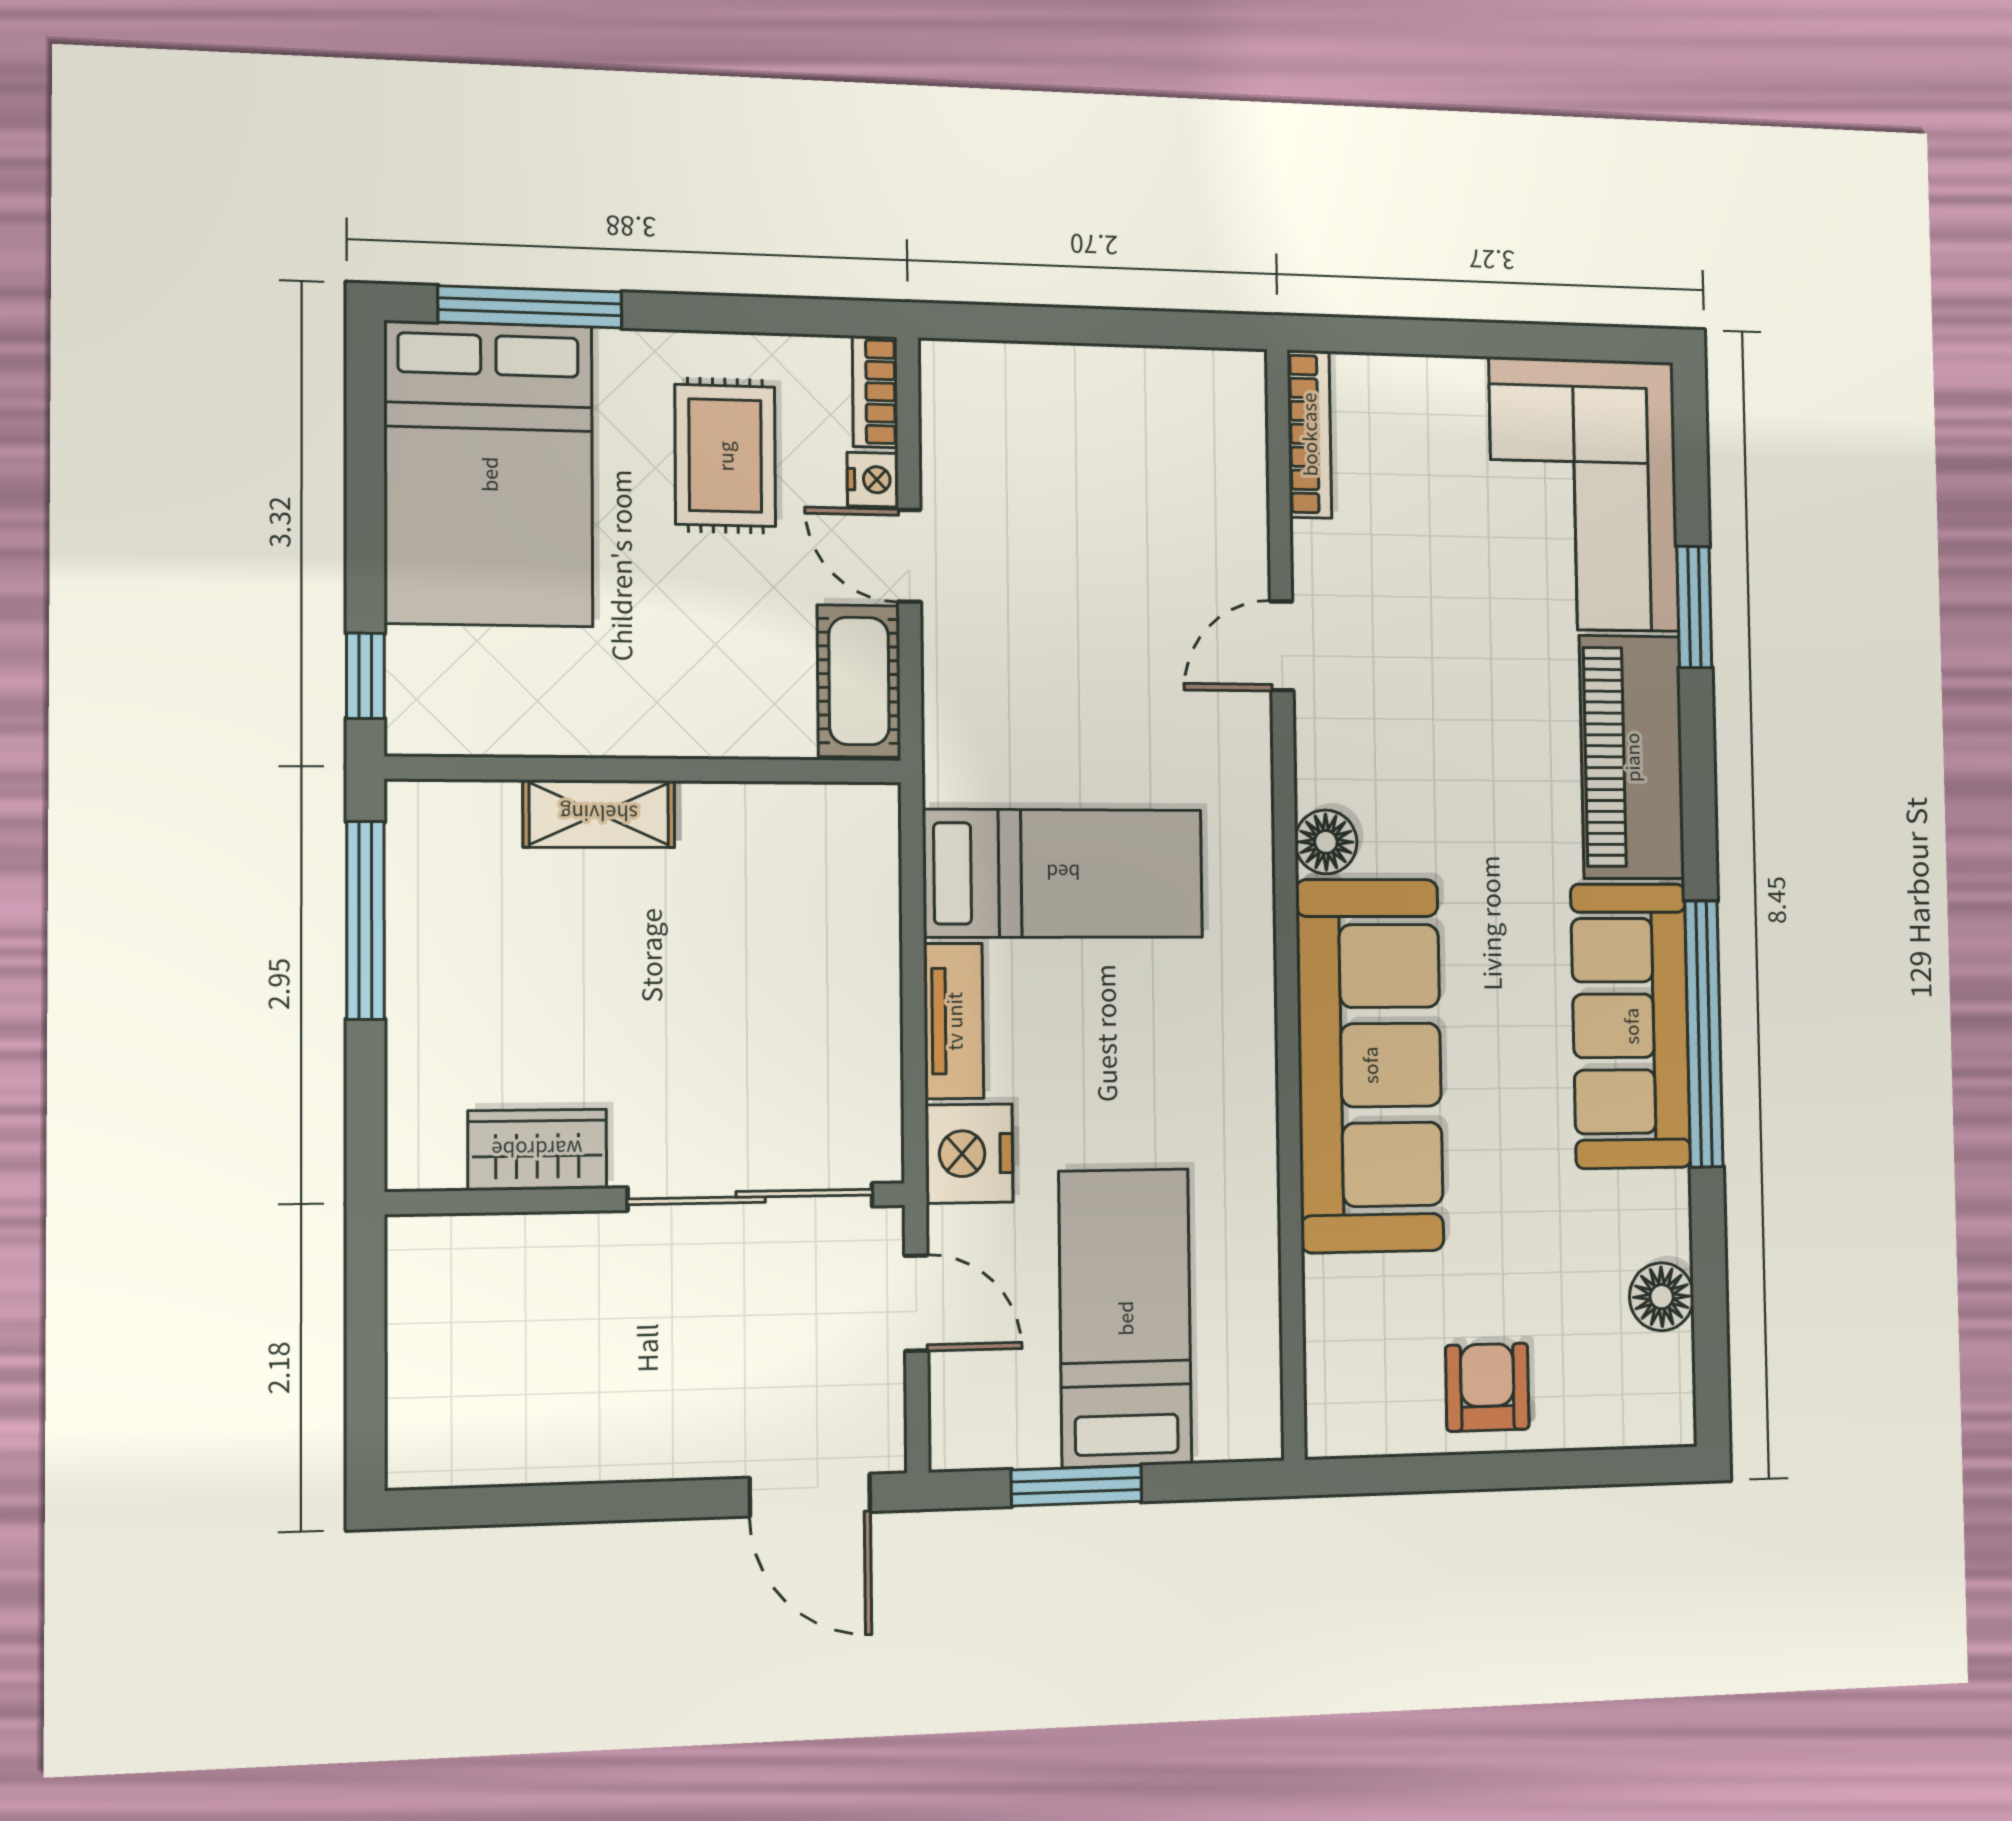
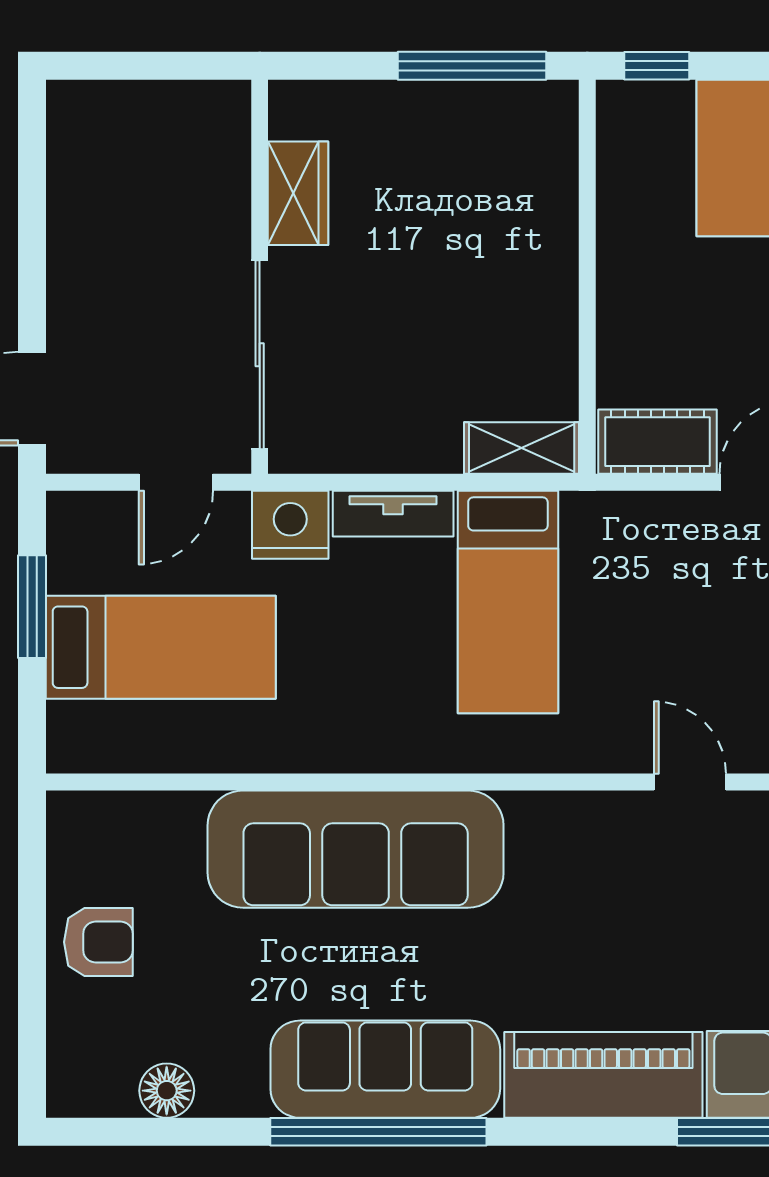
shelving: (599, 814) -> (522, 448), moved, turned 90
floor lamp: (1326, 842) -> (533, 816), removed

